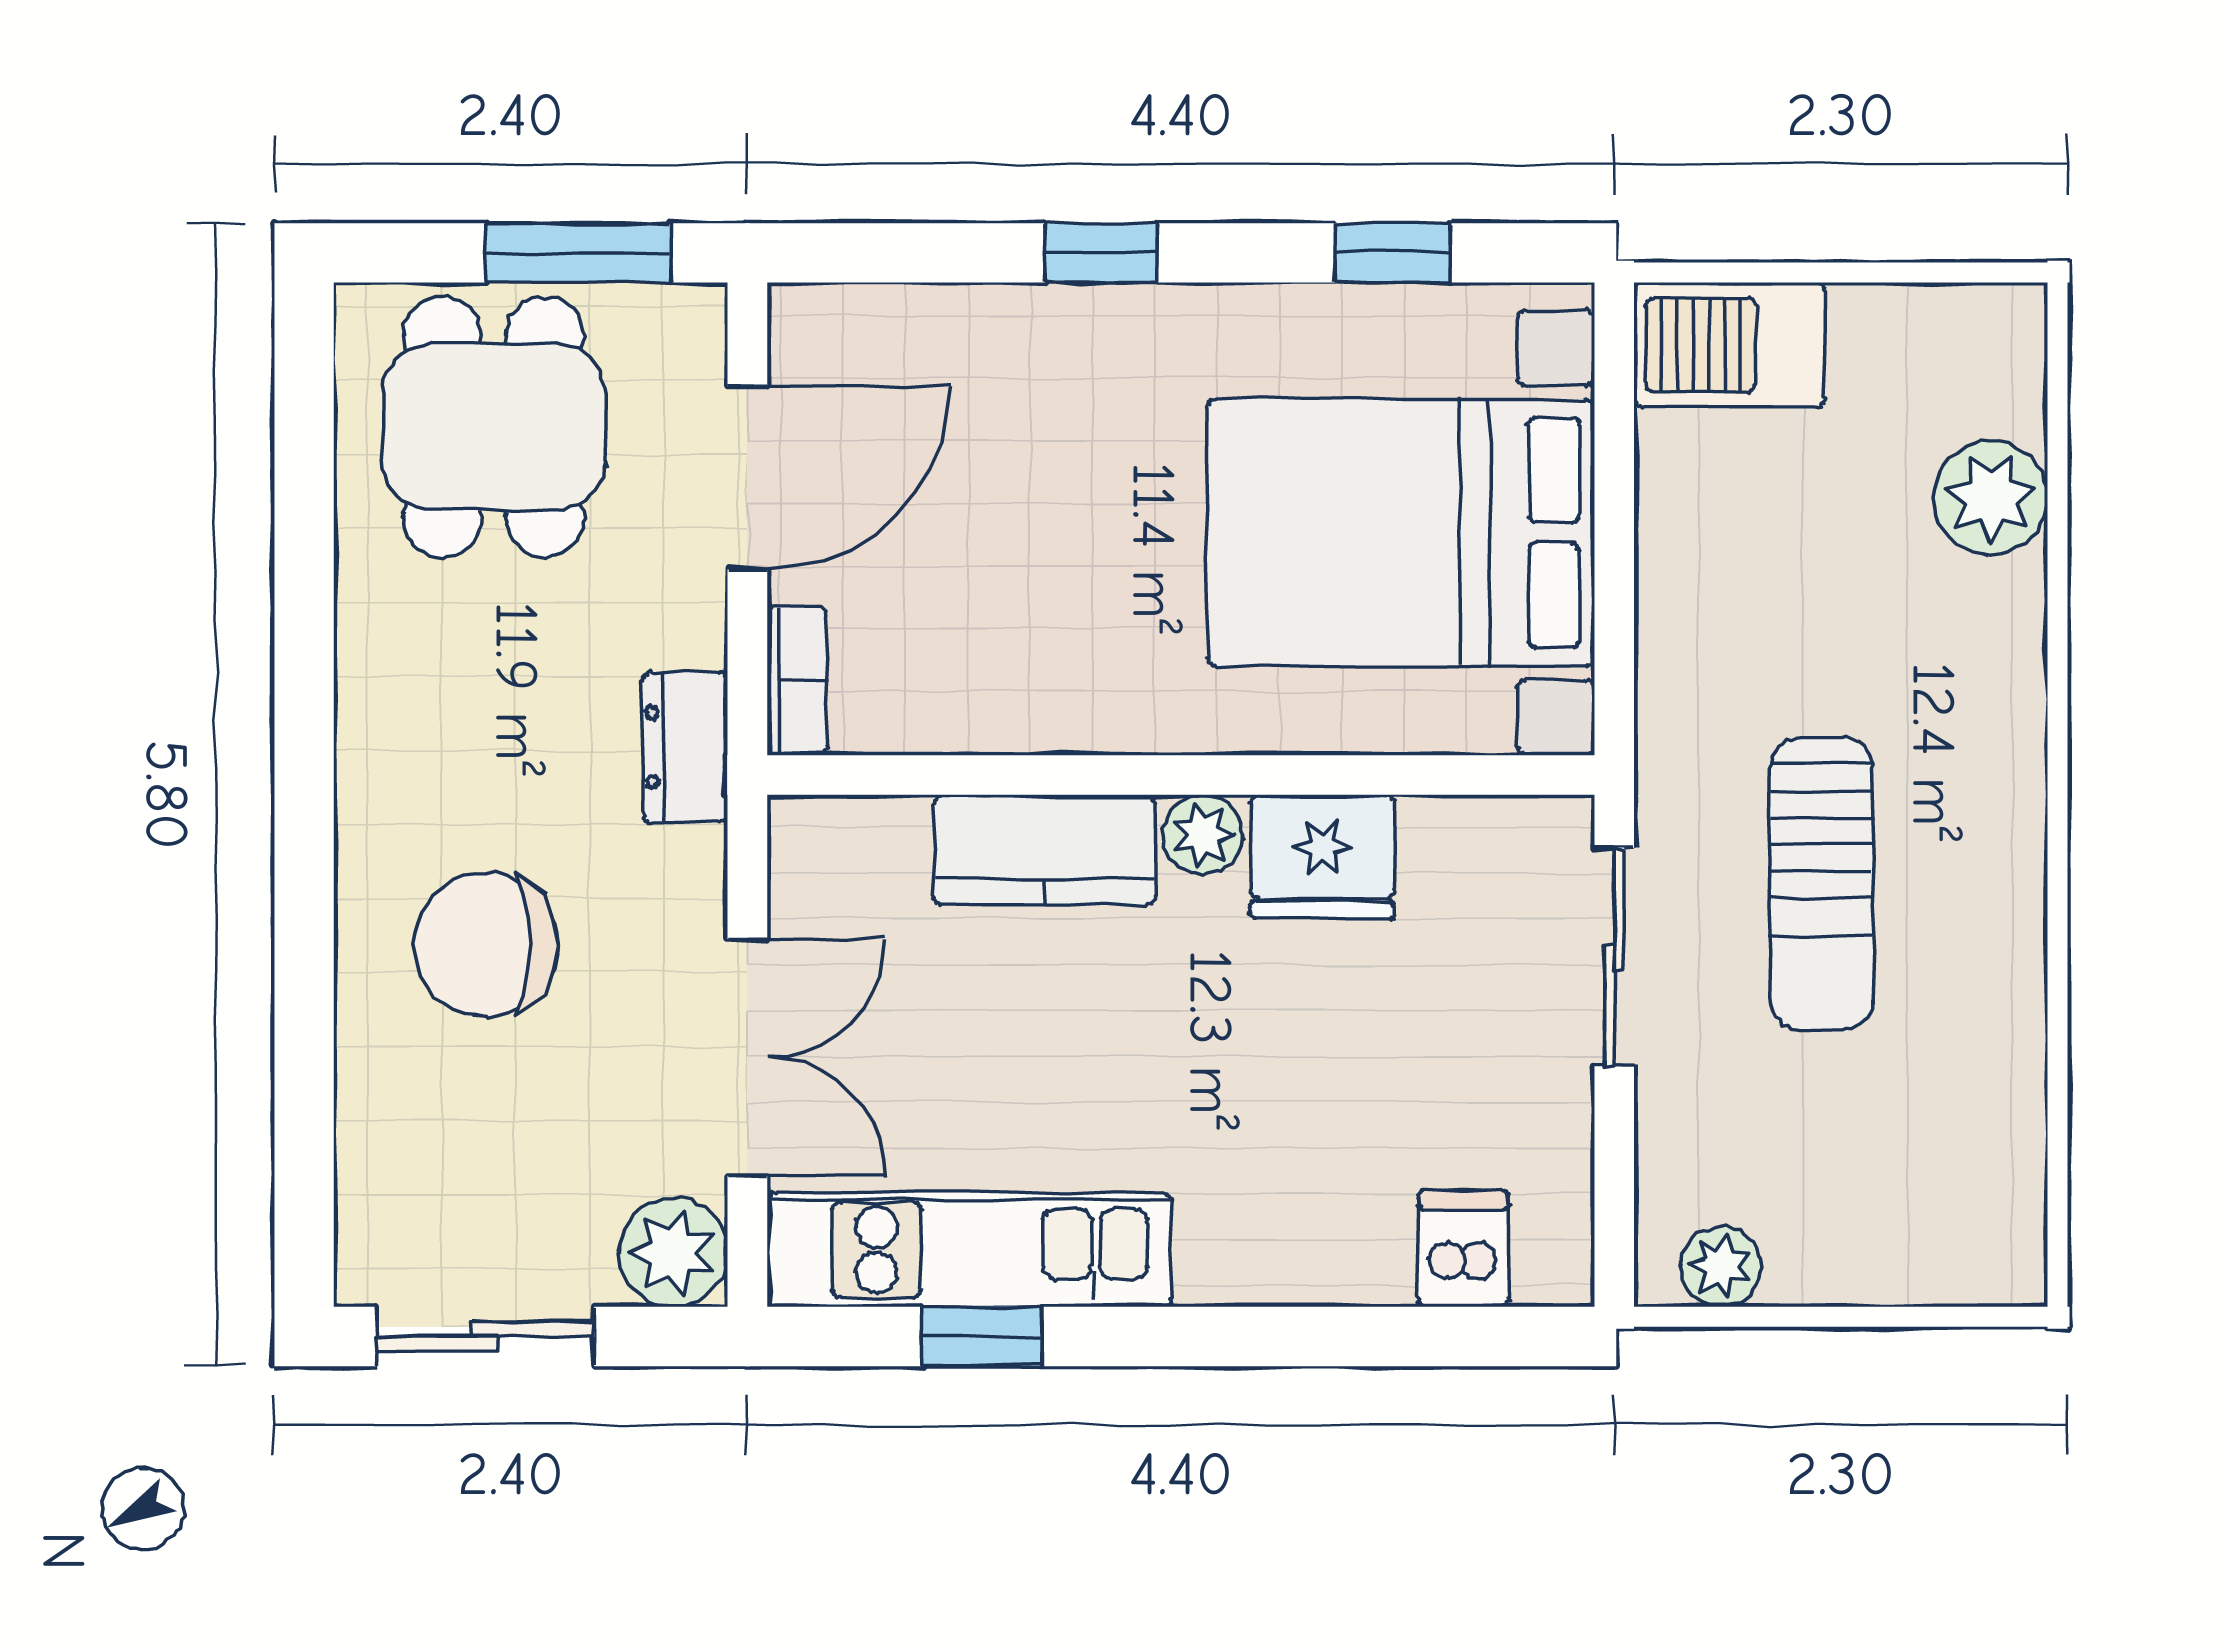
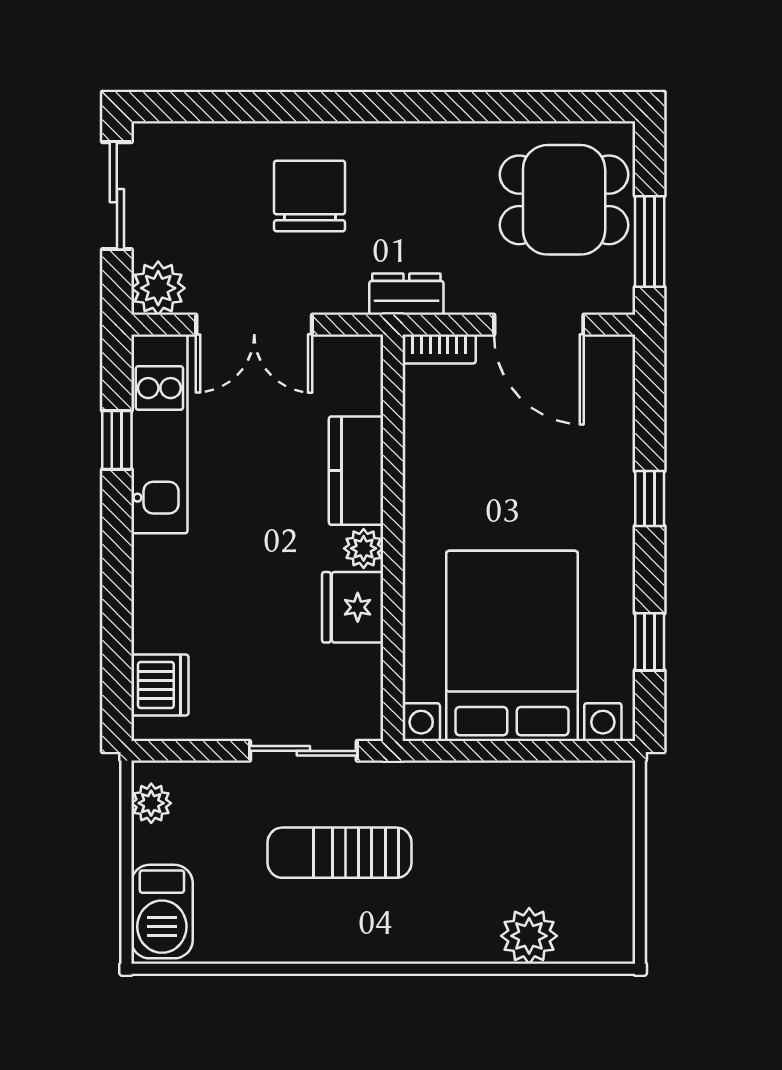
barbecue: (1729, 345) -> (162, 912), moved, turned 180
dishwasher: (1463, 1249) -> (160, 685), width x1.38

